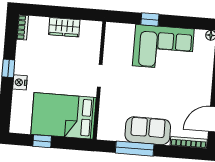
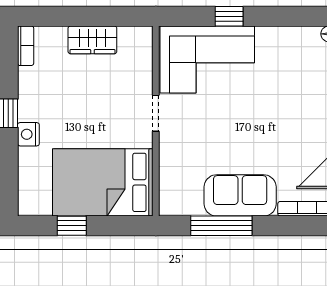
corner sofa: (163, 47) -> (207, 59), moved

